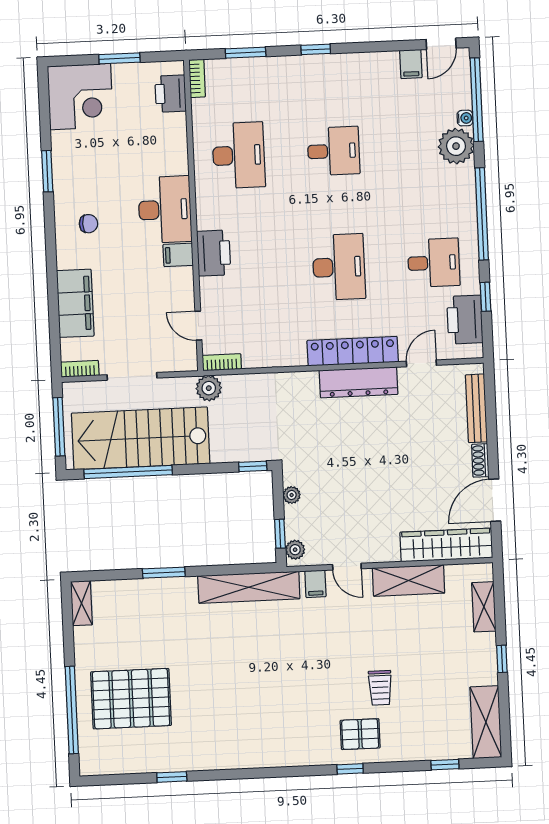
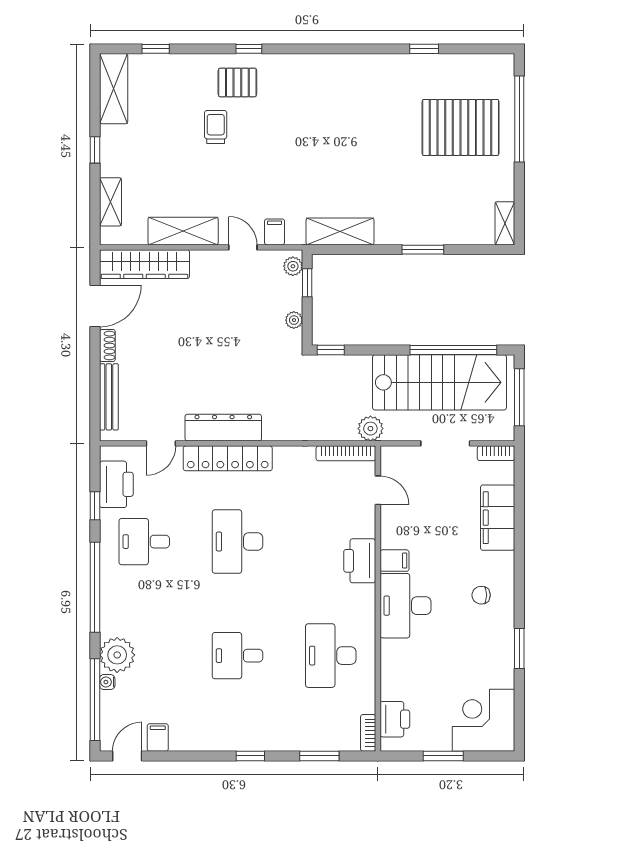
bookcase: (222, 362) -> (346, 453), width x1.56
shelving: (249, 587) -> (340, 231), width x0.68

